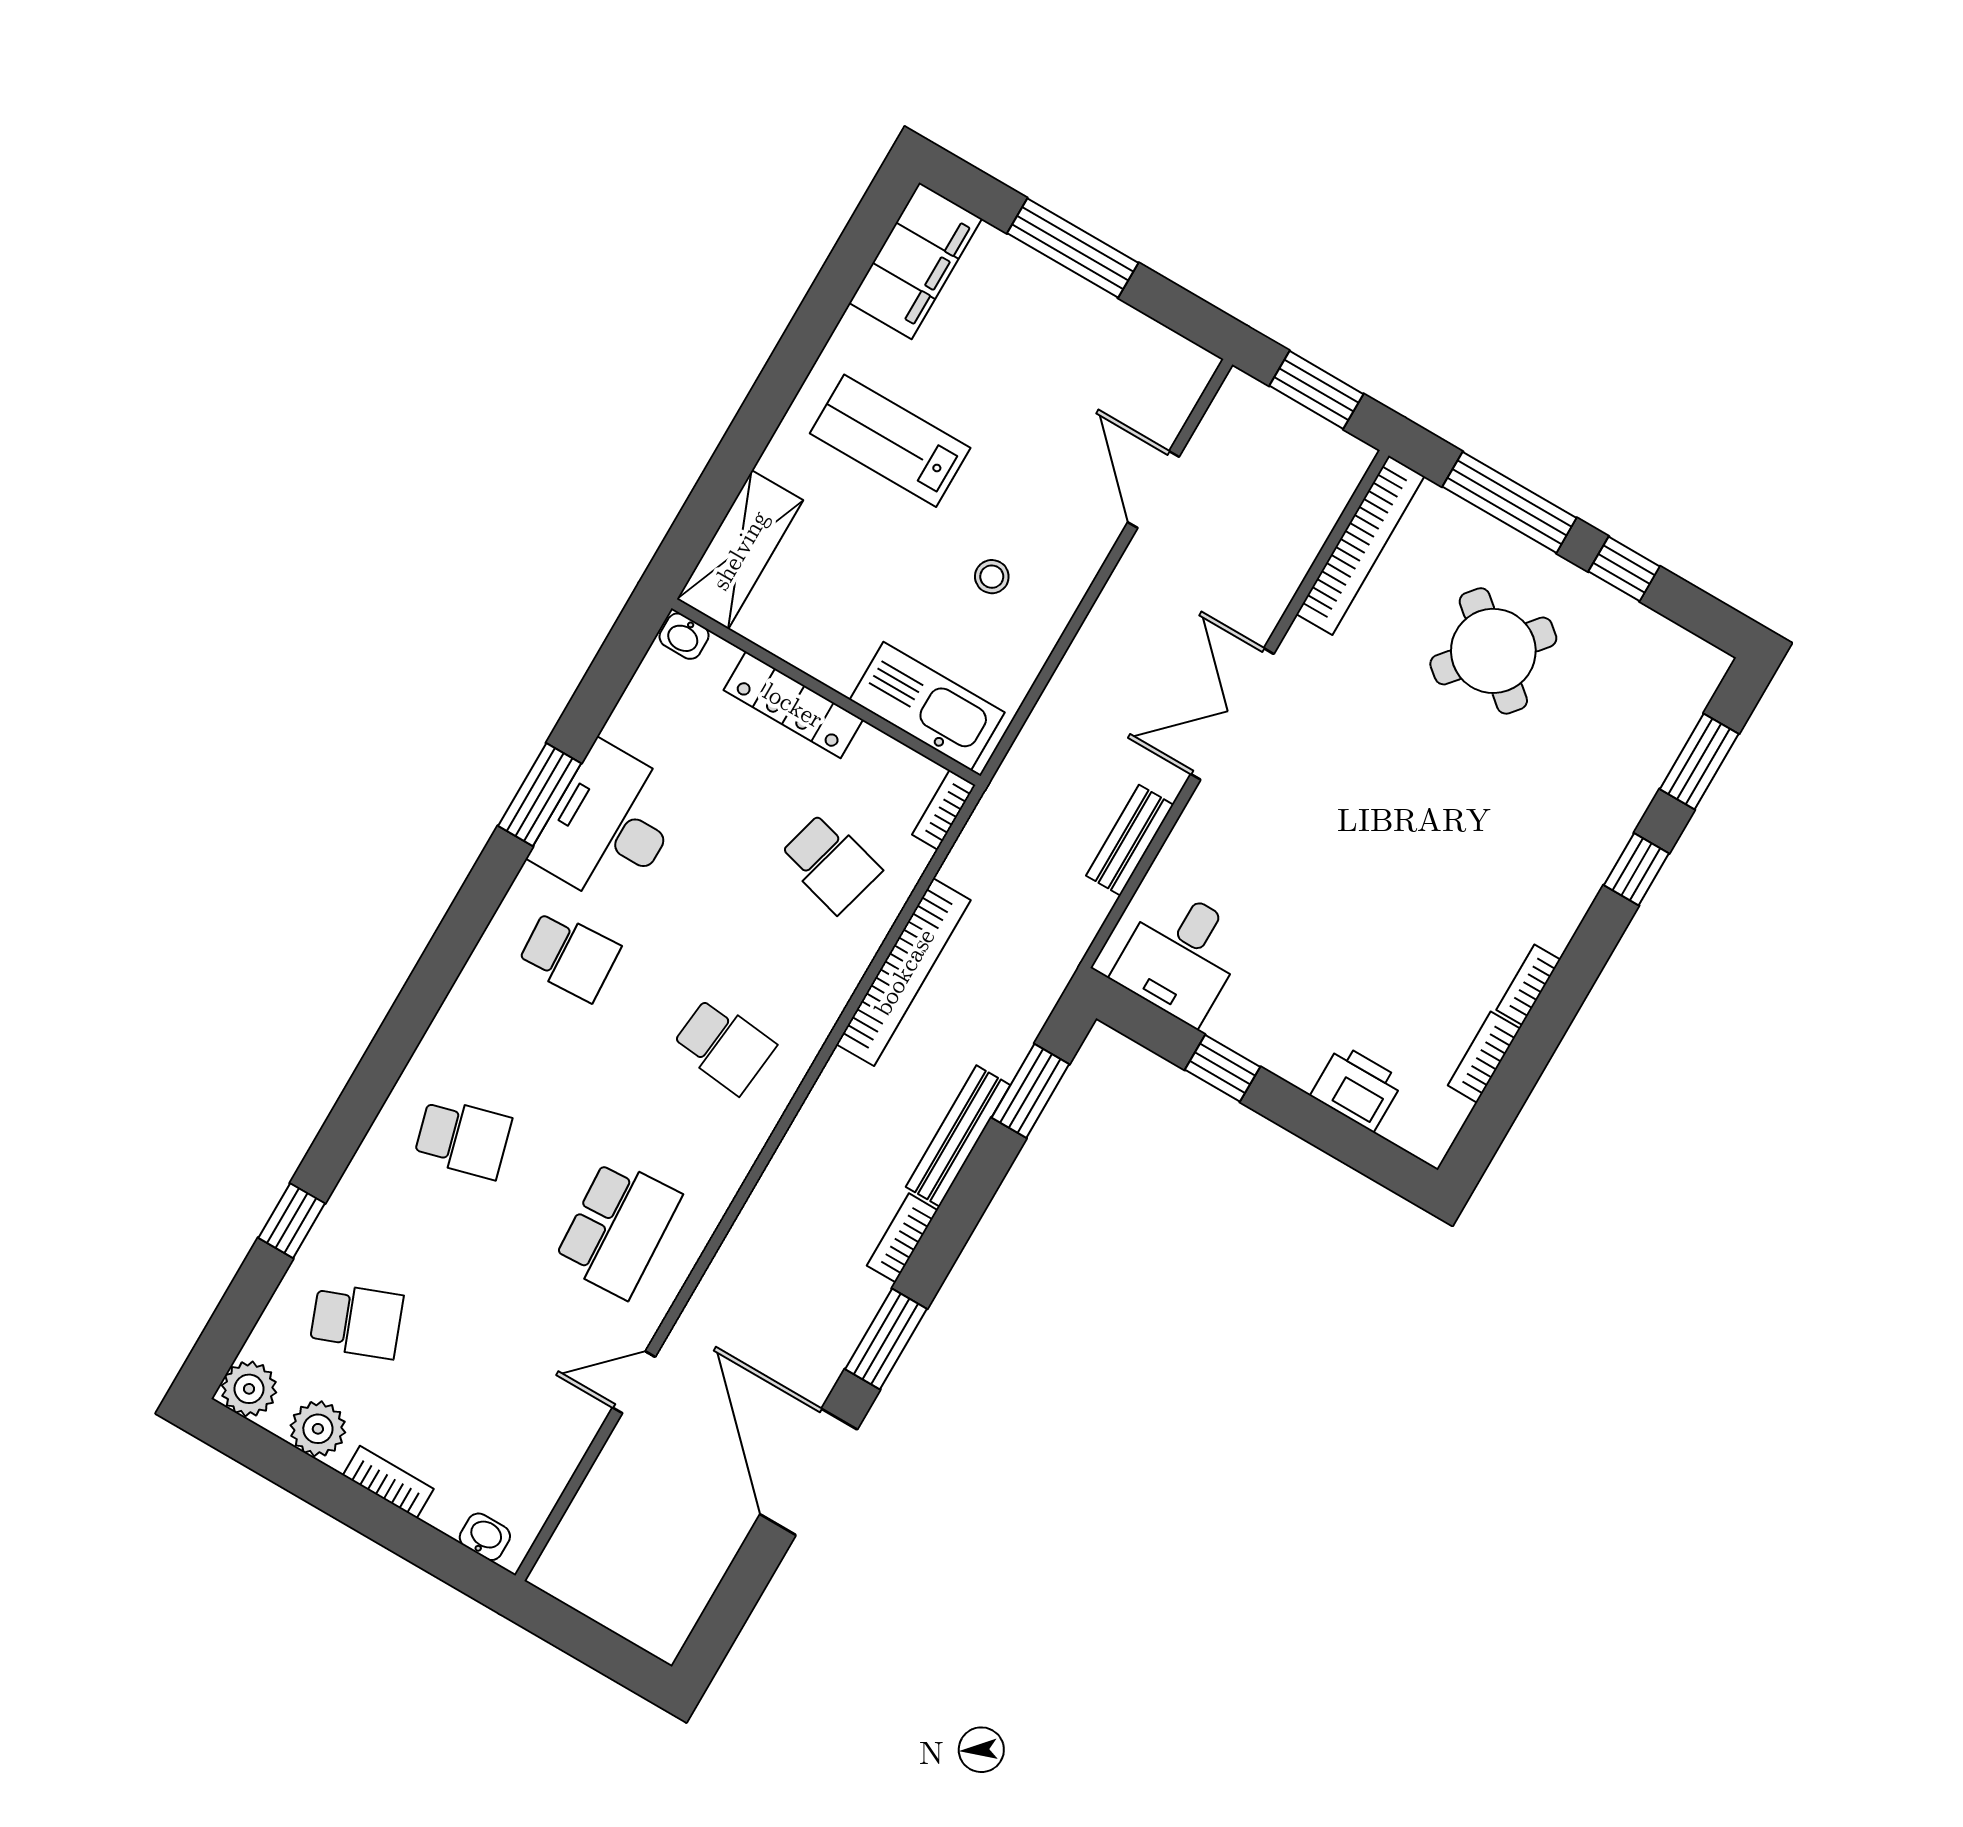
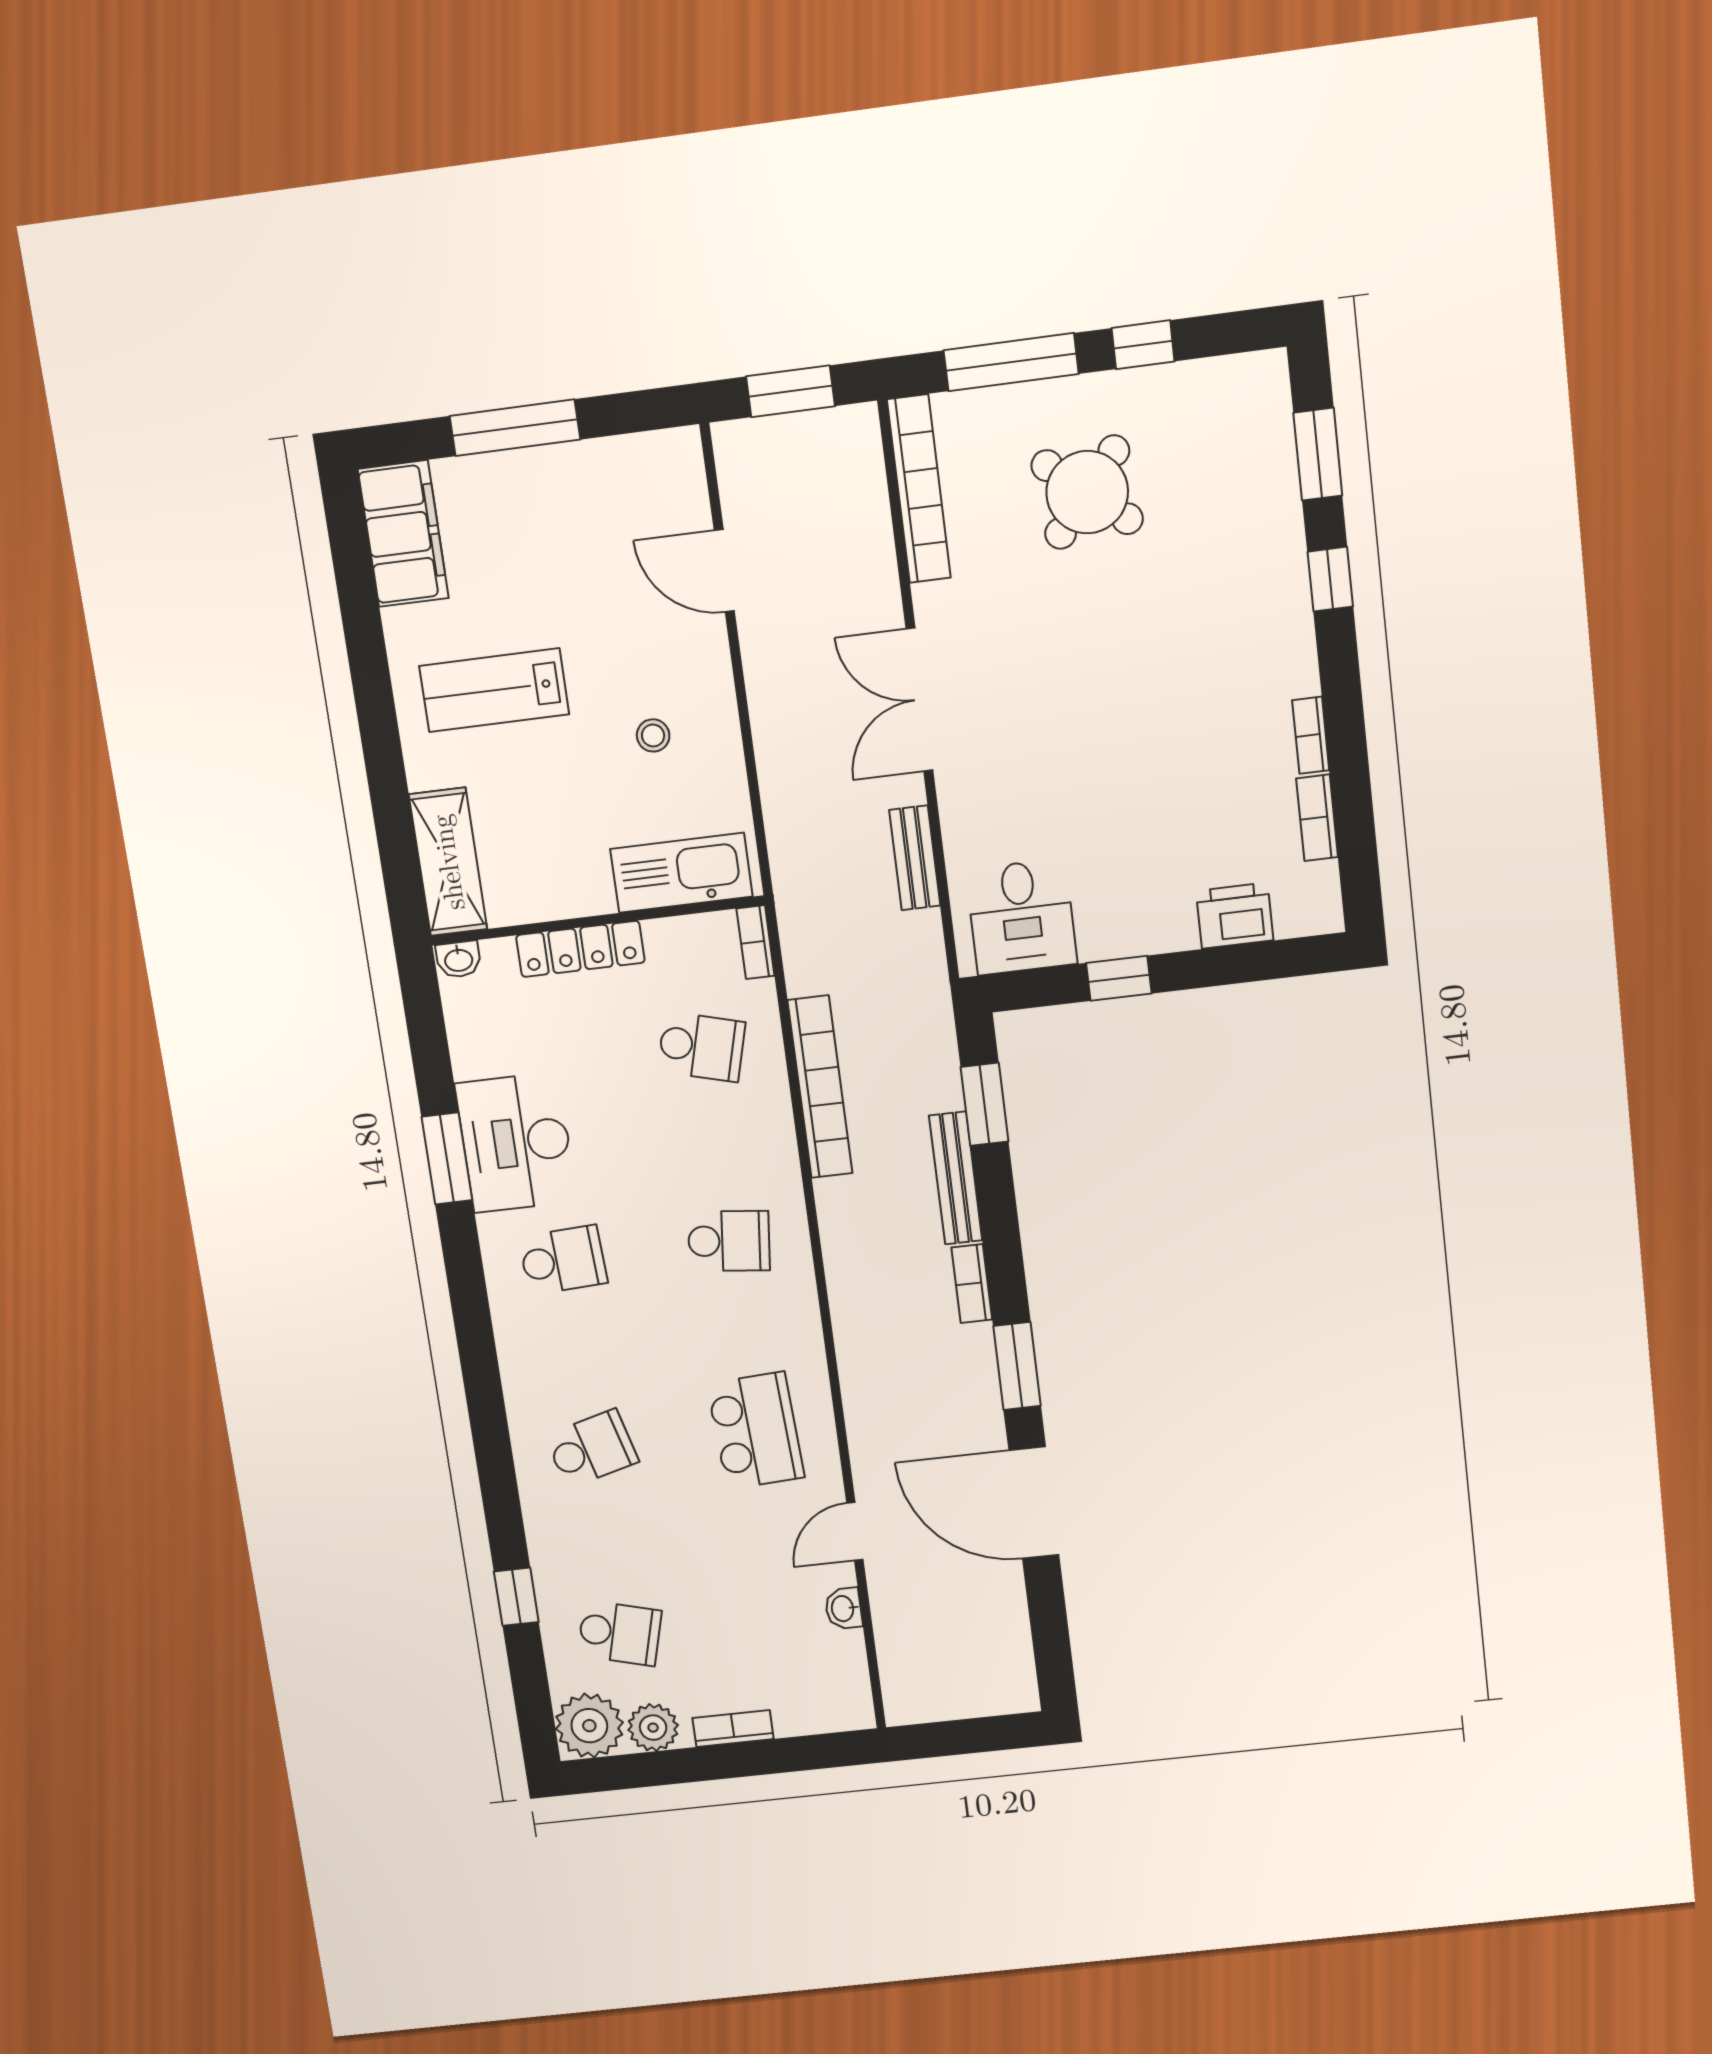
school desk: (357, 1321) -> (620, 1633), turned 36
plant: (249, 1389) -> (589, 1726), width x1.36, depth x1.36
washbasin: (485, 1537) -> (844, 1608), moved, turned -90

